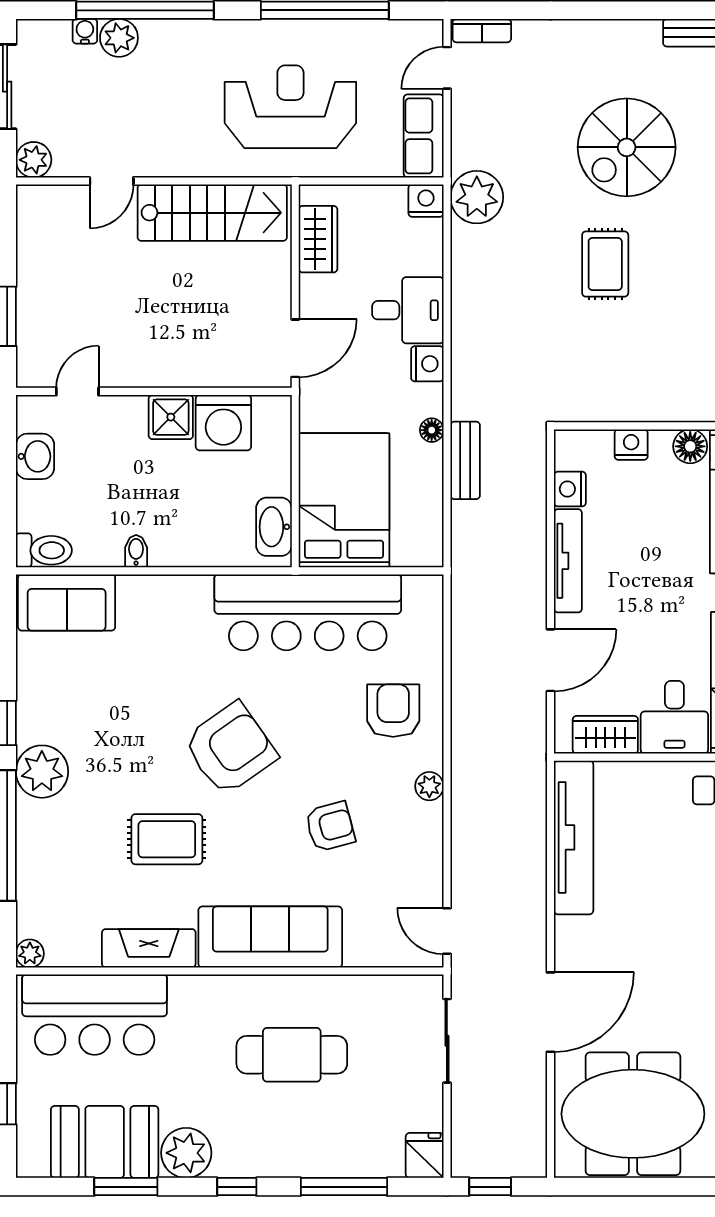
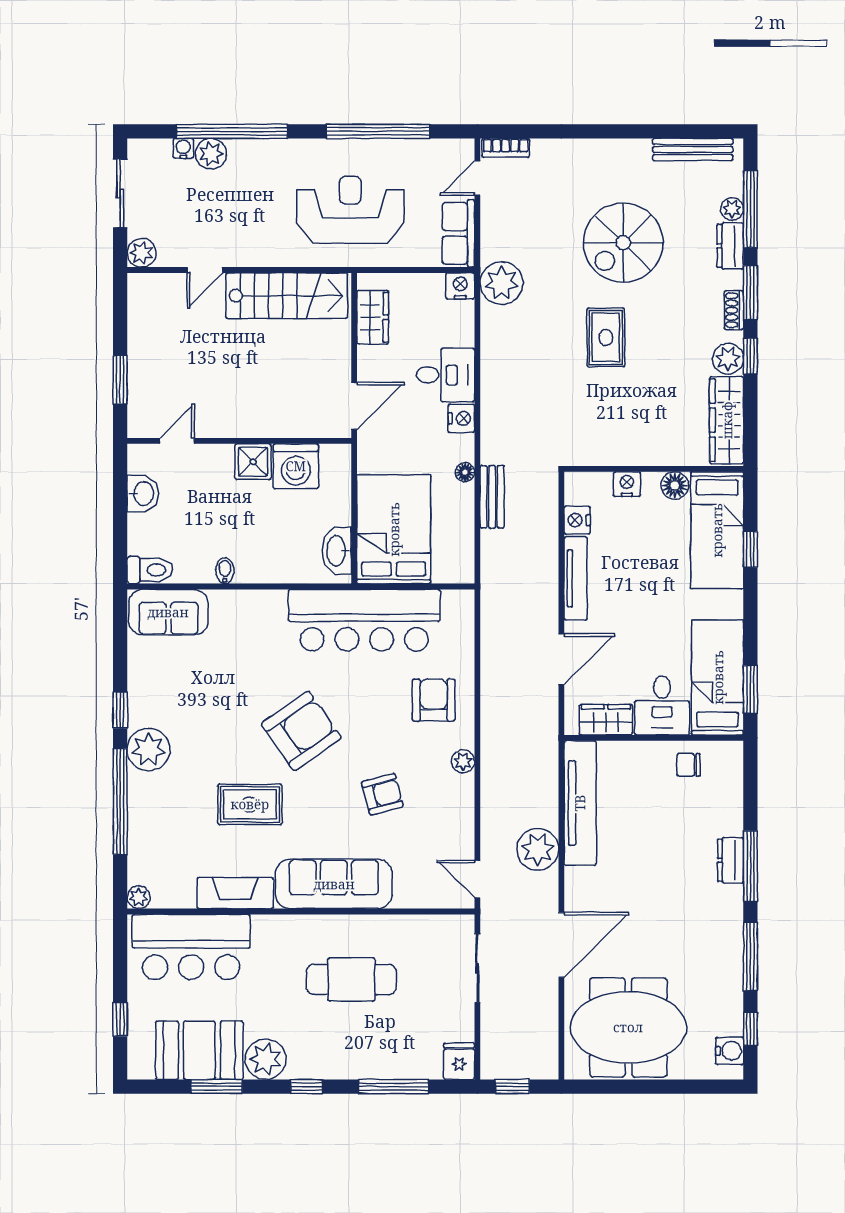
plant: (521, 894) -> (538, 849), added

